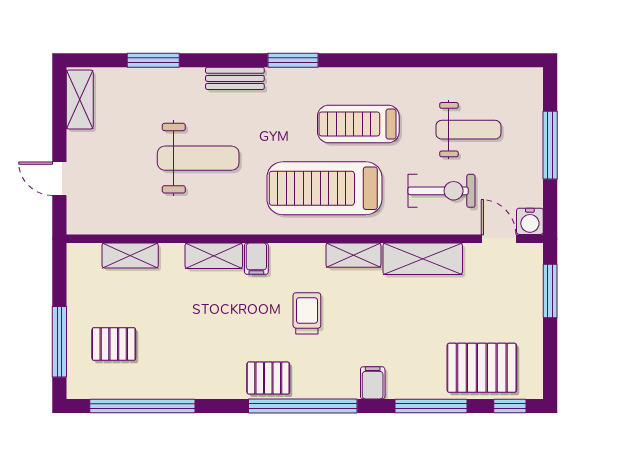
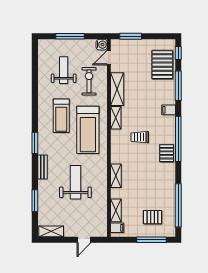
filing cabinet: (256, 259) -> (117, 228), moved
pallet: (114, 344) -> (153, 217), turned 90

